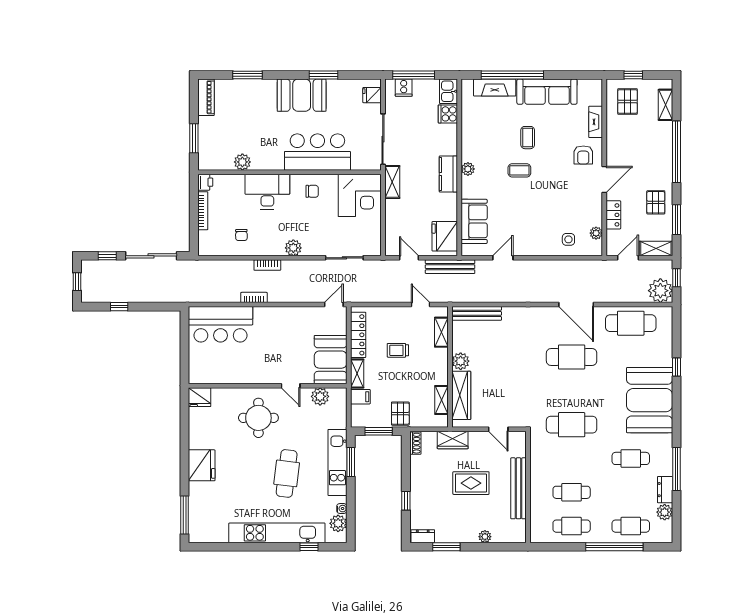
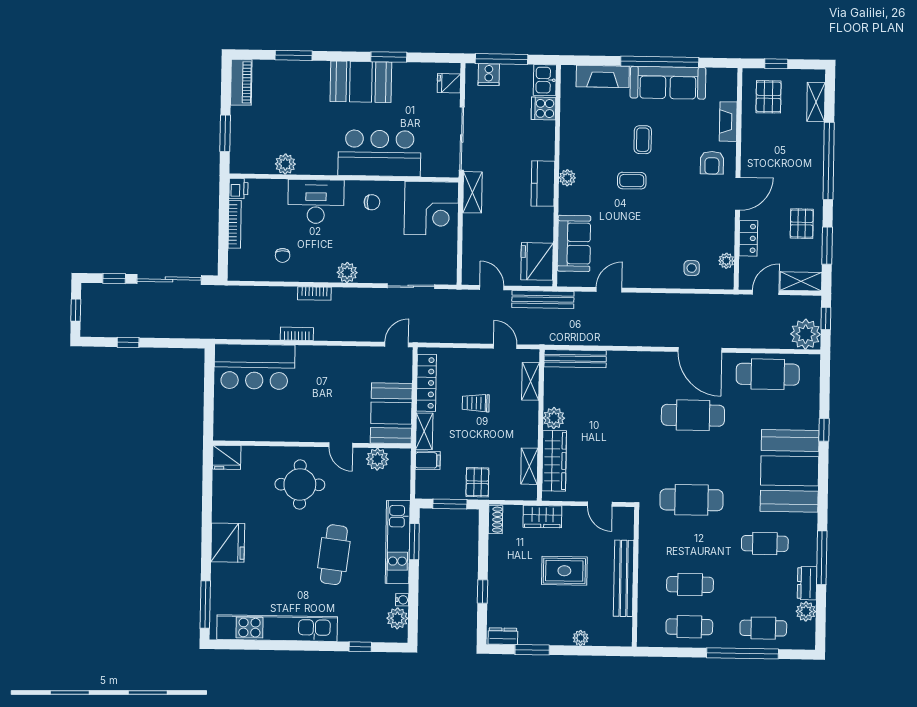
window: (512, 75) -> (660, 62), moved
kitchen unit: (277, 533) -> (277, 628), moved

